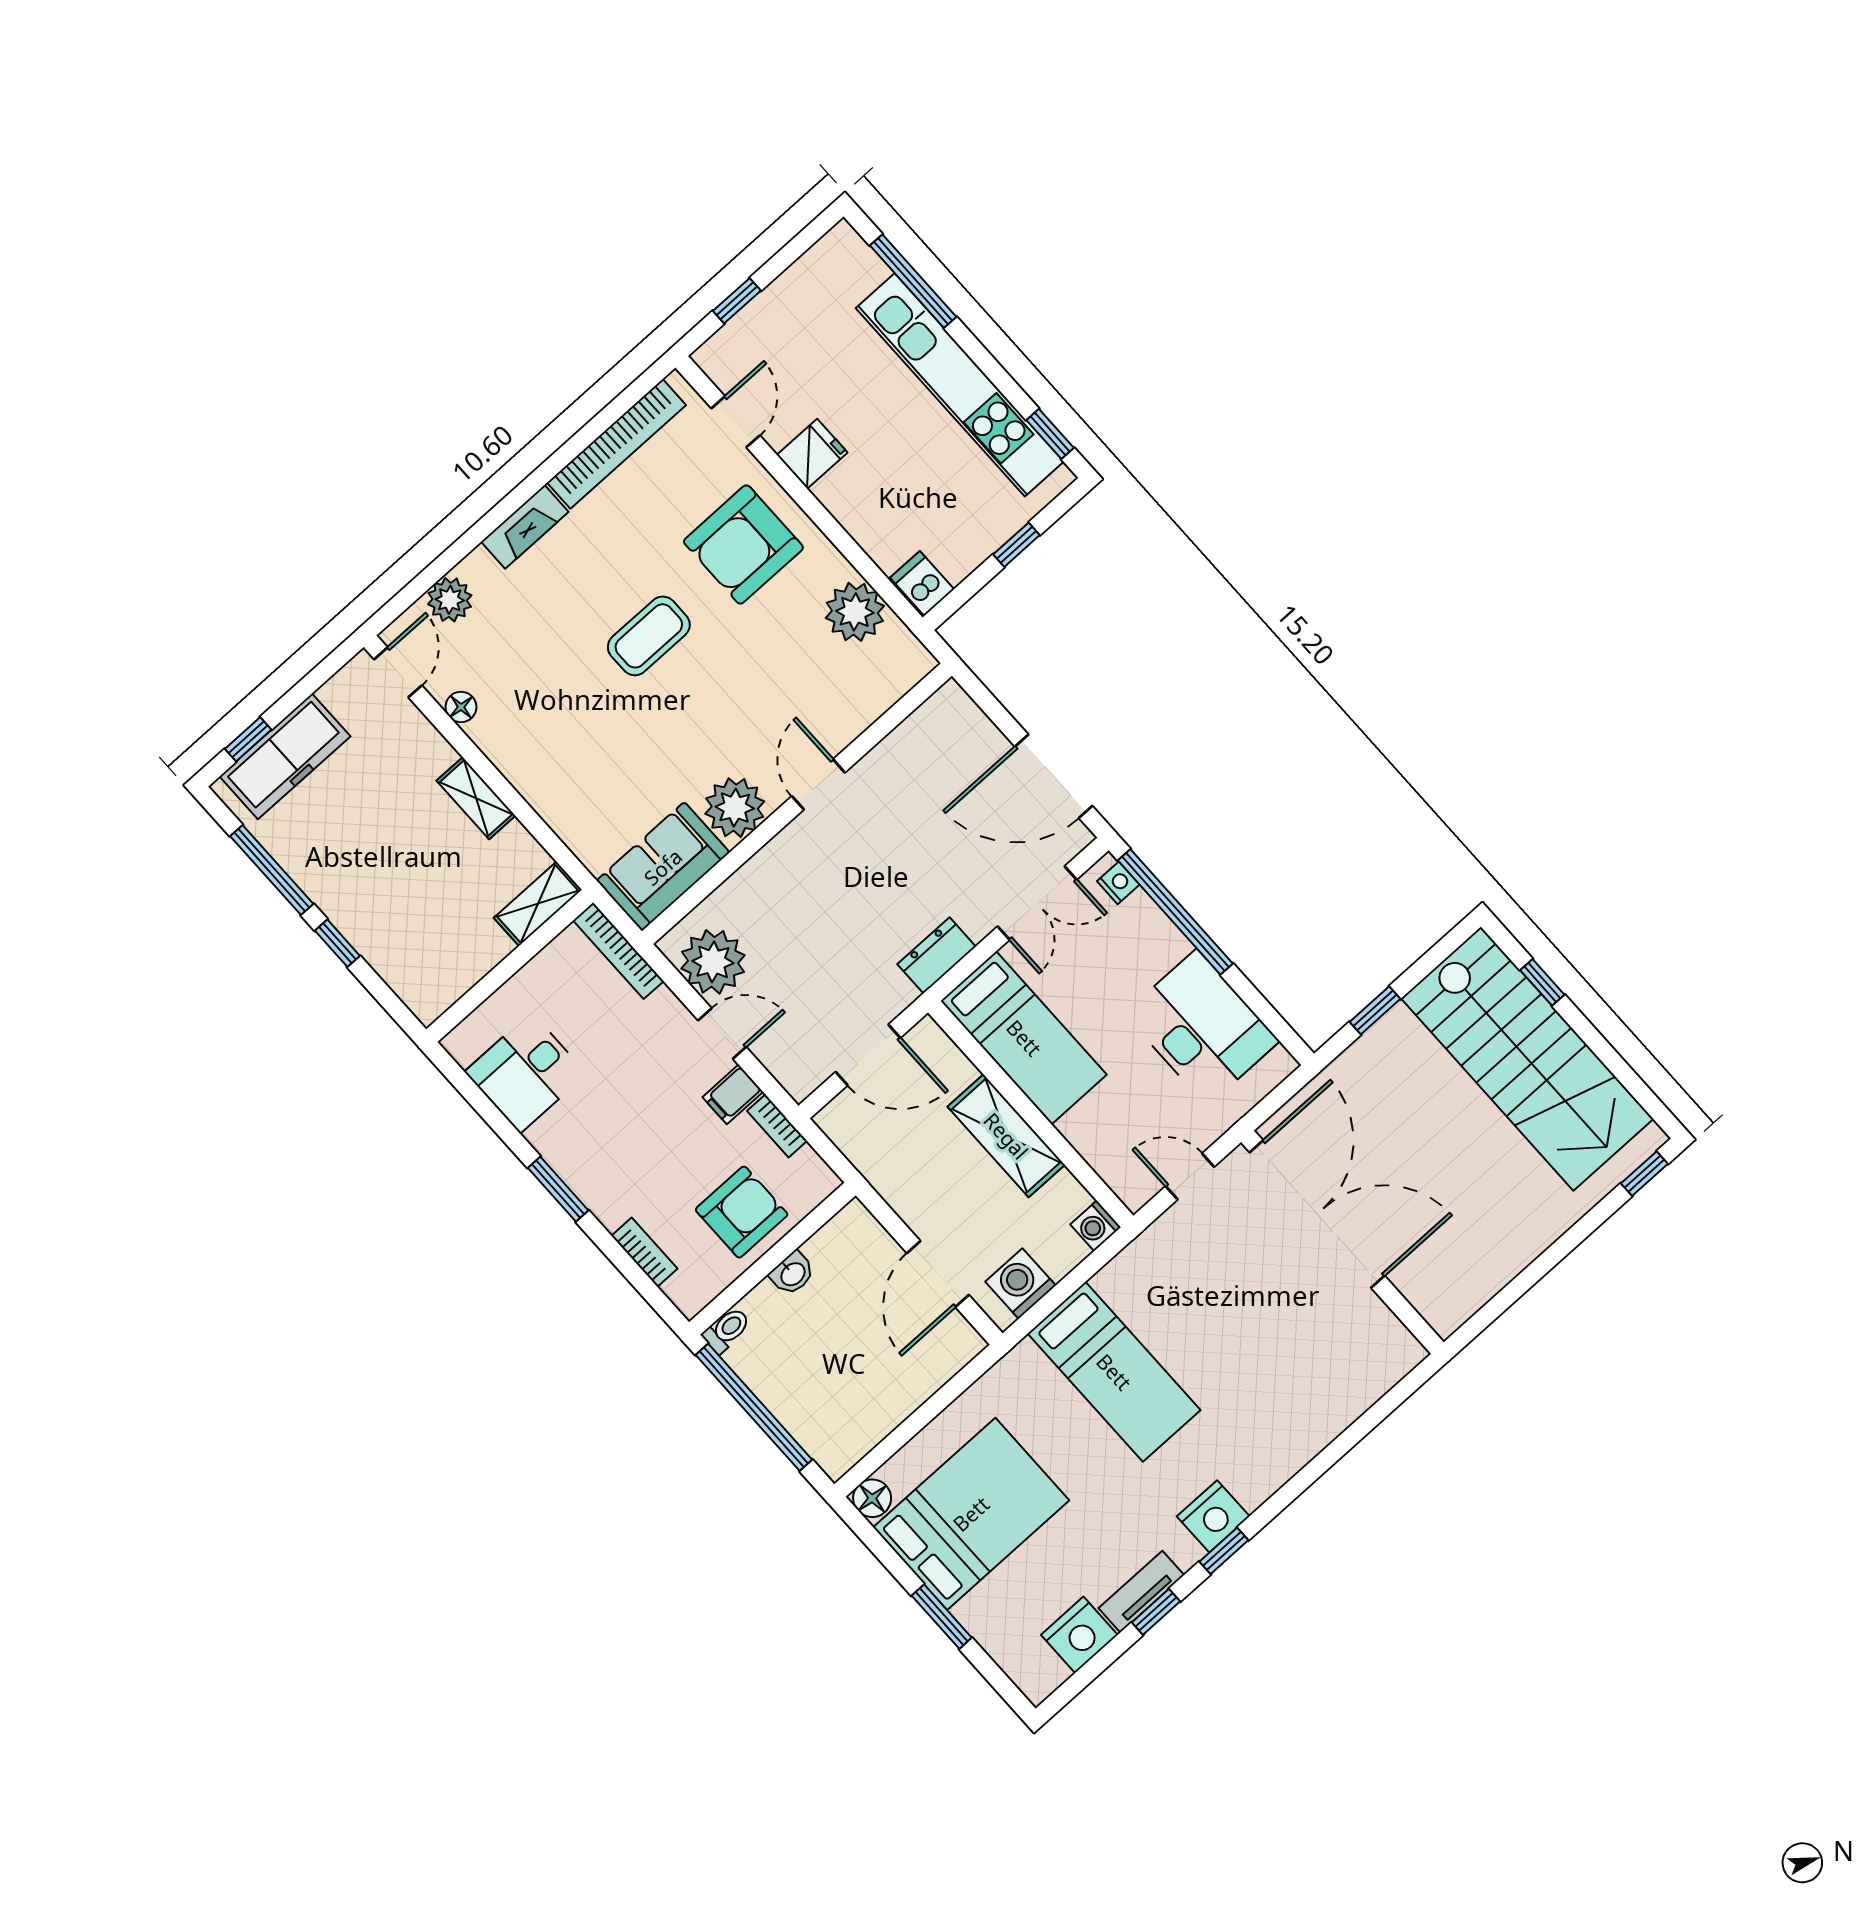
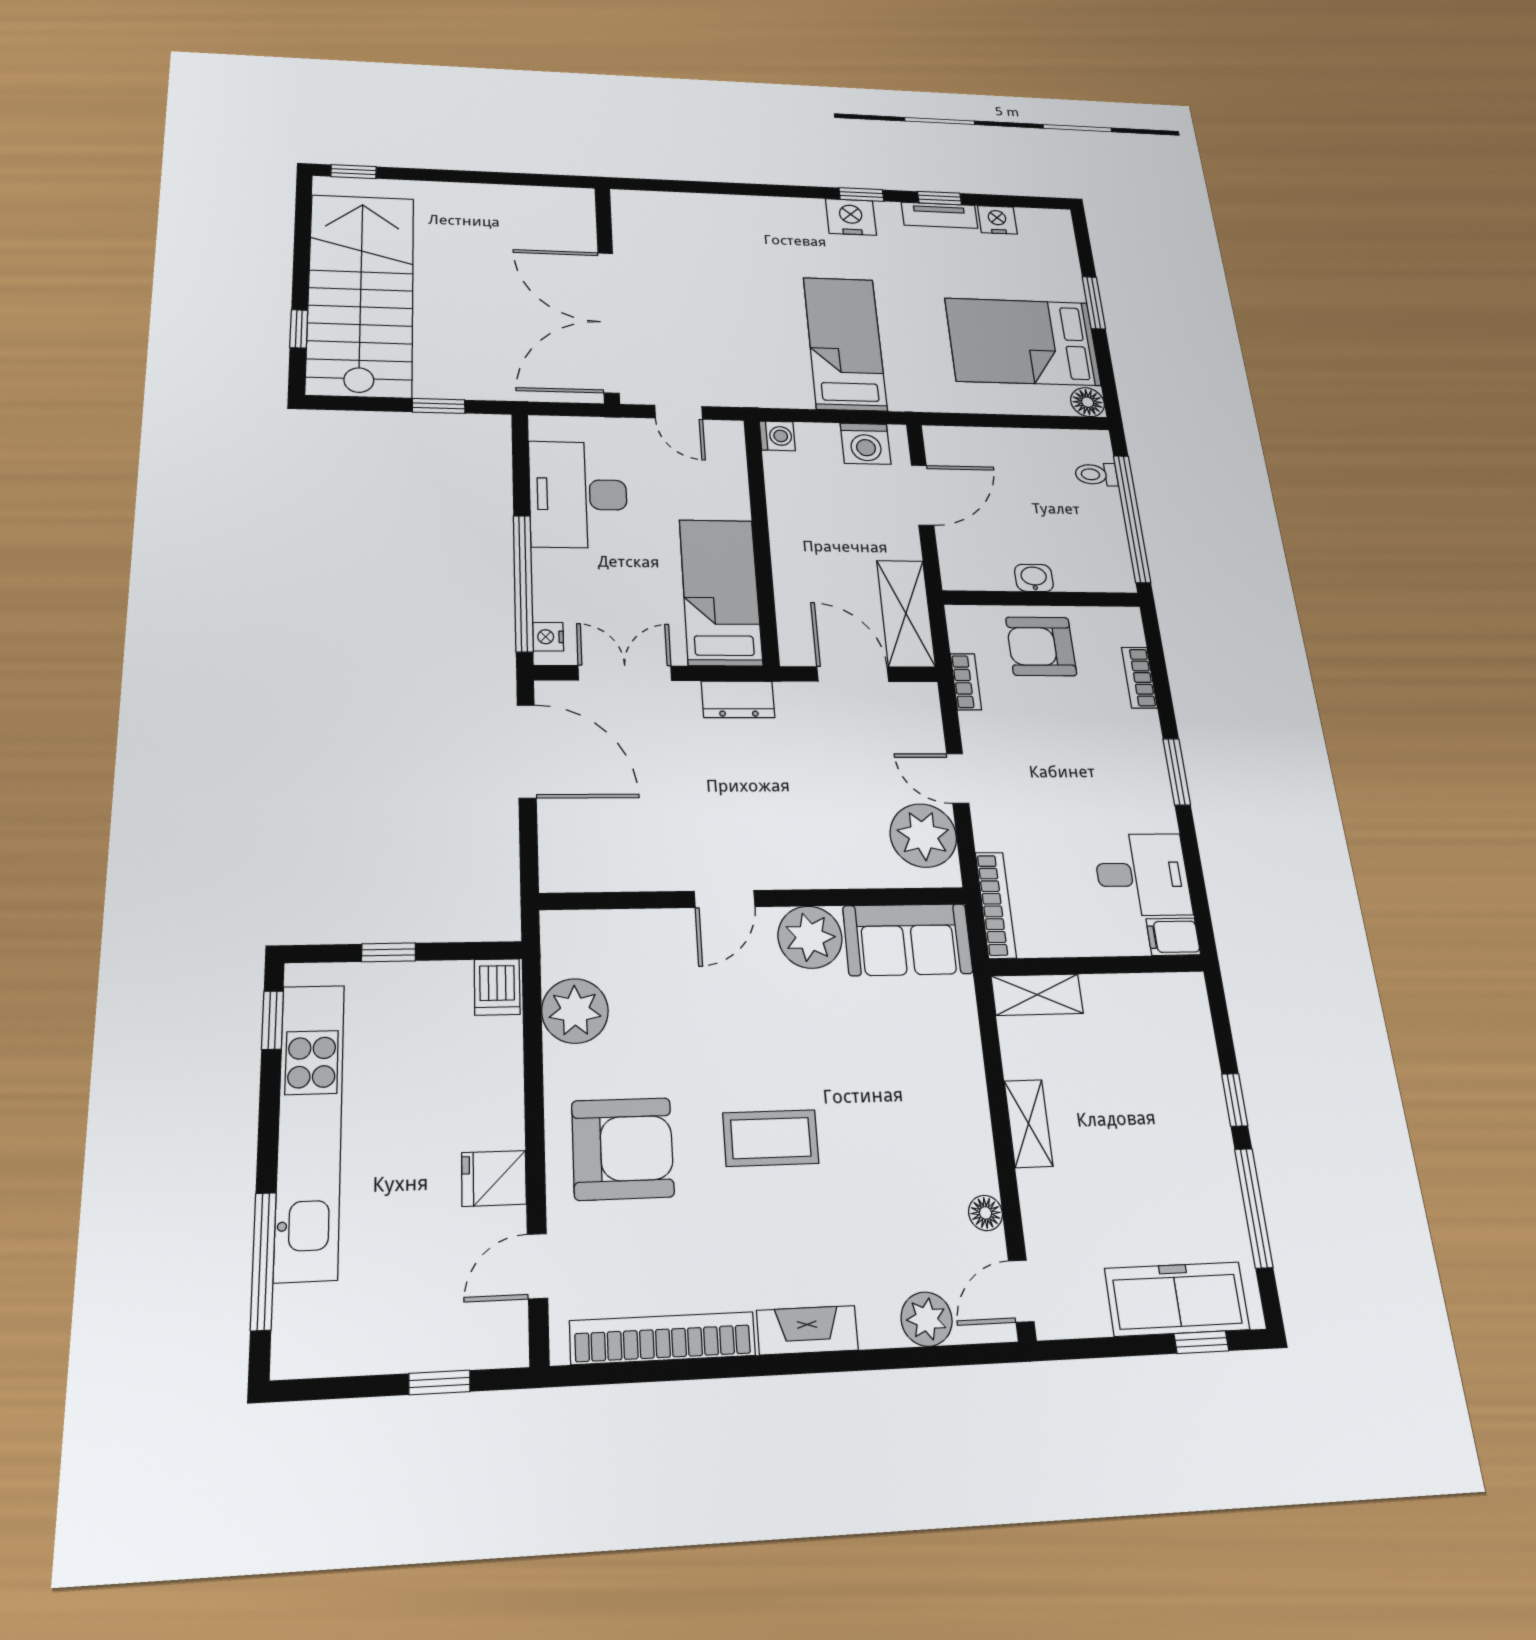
filing cabinet: (733, 1094) -> (1173, 937), moved, turned 180
shelving: (1006, 1136) -> (906, 613), moved
toilet: (727, 1330) -> (1096, 474), moved
nightstand: (1079, 1635) -> (997, 220), width x0.74, depth x0.75

